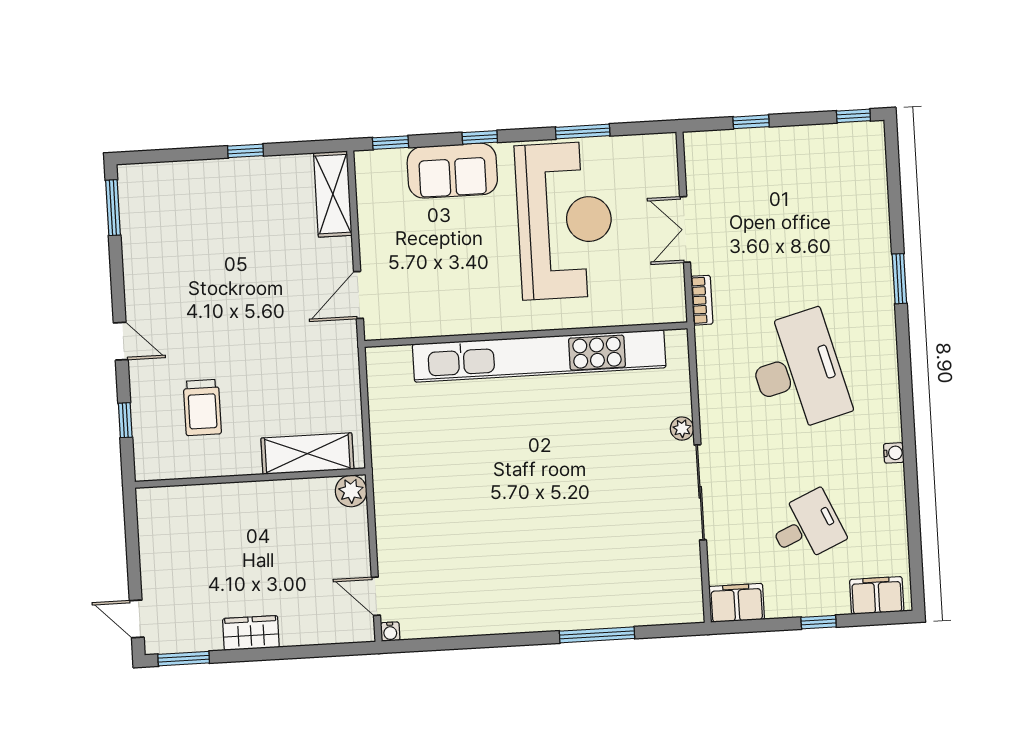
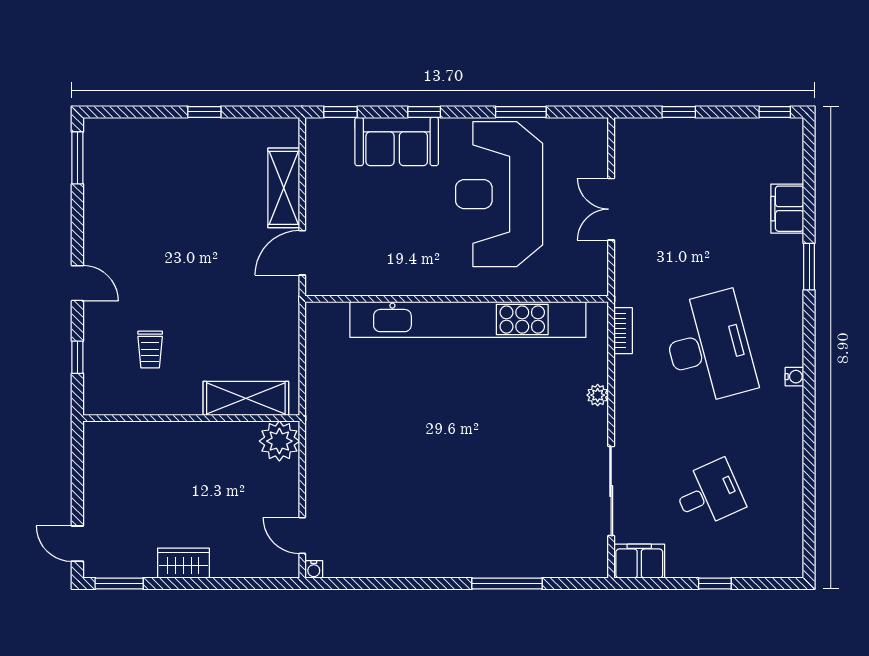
shelving: (333, 194) -> (284, 188), moved
reception desk: (565, 220) -> (499, 194), turned 180
bookcase: (702, 300) -> (623, 331), moved
trolley: (202, 408) -> (150, 350), width x0.73, depth x0.72
water cooler: (894, 453) -> (794, 377), moved
plant: (351, 491) -> (279, 441), width x1.36, depth x1.36
sliding door: (700, 492) -> (611, 491), moved
filing cabinet: (877, 595) -> (787, 209), moved, turned -90

